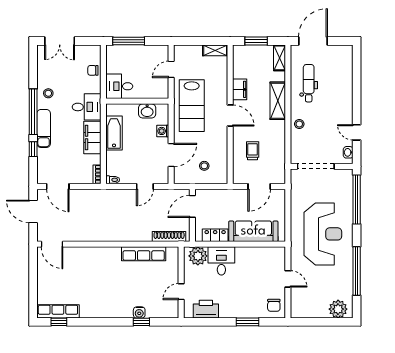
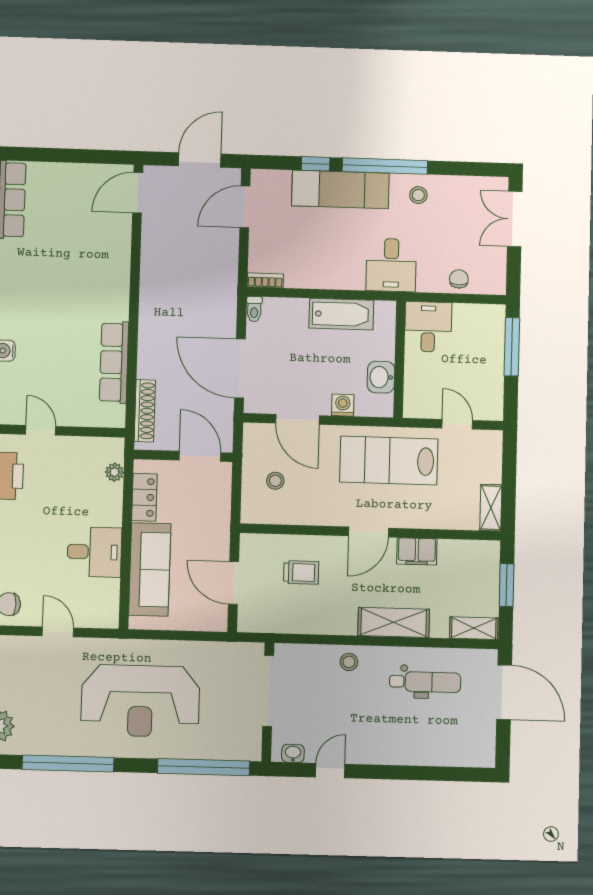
exam couch: (44, 128) -> (340, 189), width x1.36, depth x1.45
filing cabinet: (92, 138) -> (334, 274), removed
door: (145, 186) -> (240, 369), width x1.87
plant: (198, 256) -> (114, 472), width x0.53, depth x0.53
desk: (221, 261) -> (94, 552), moved
door: (288, 279) -> (58, 632), swing flipped

